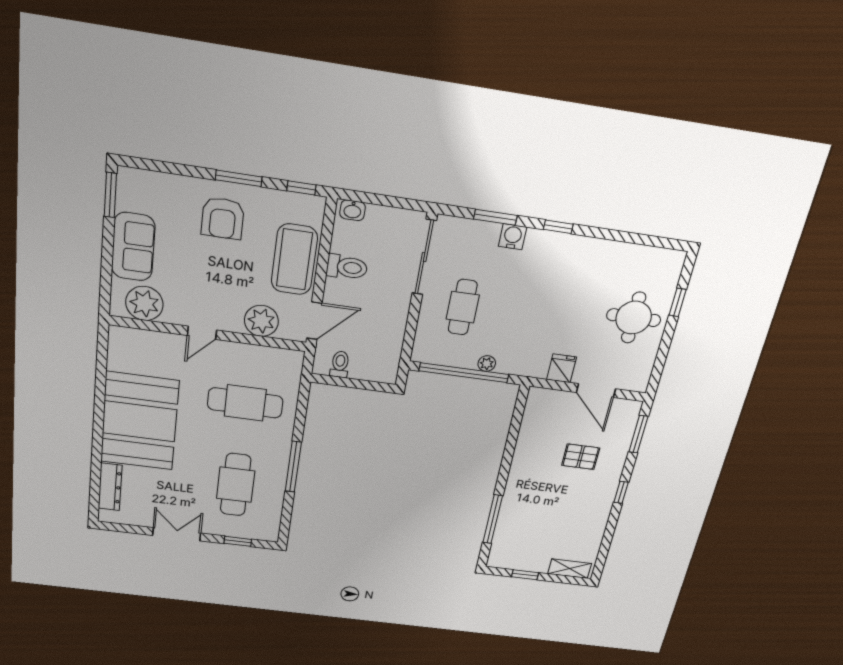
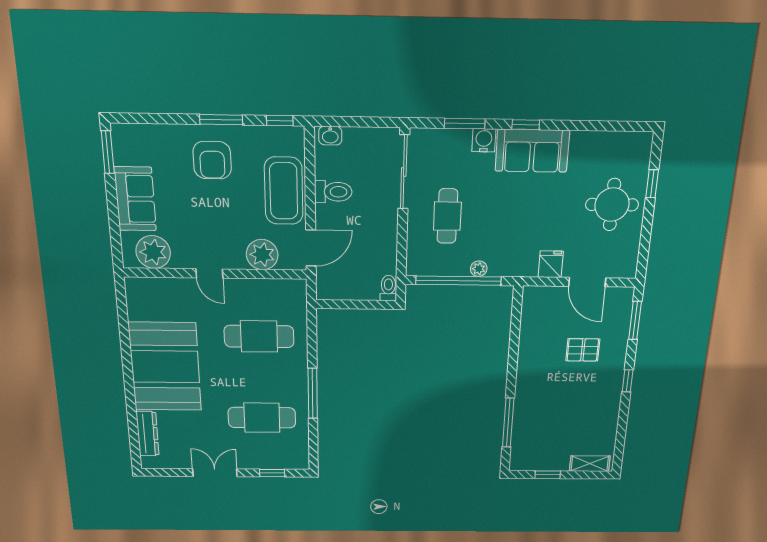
sofa: (561, 254) -> (532, 151), added
door: (202, 333) -> (209, 273), hinge flipped
toilet: (340, 364) -> (388, 288), moved
cafe table: (236, 485) -> (262, 418), turned 90

